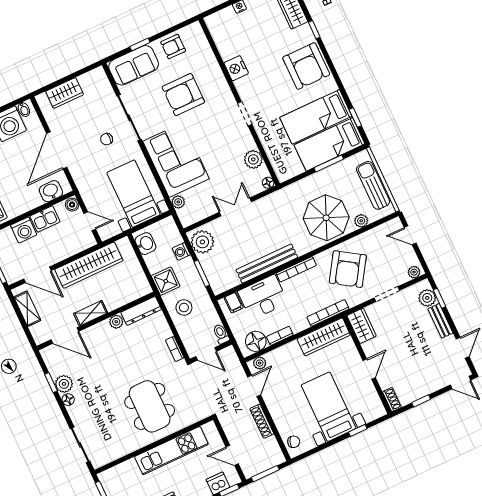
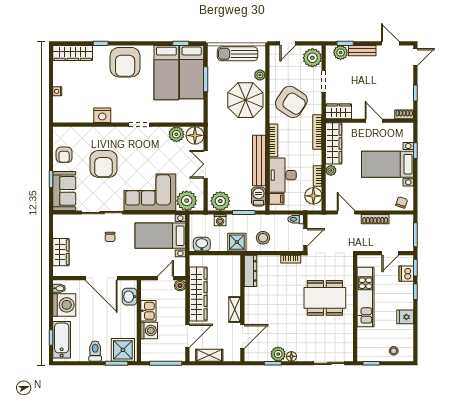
armchair: (306, 66) -> (125, 62), turned 90
floor lamp: (268, 183) -> (195, 135), width x1.89, depth x1.89
plant: (178, 202) -> (187, 201), width x1.88, depth x1.88
boiler: (72, 205) -> (180, 285), moved
plant: (414, 272) -> (312, 58), width x1.88, depth x1.88
barbecue: (227, 282) -> (259, 197), added
plant: (116, 322) -> (250, 293), removed
plant: (260, 363) -> (331, 170), moved

